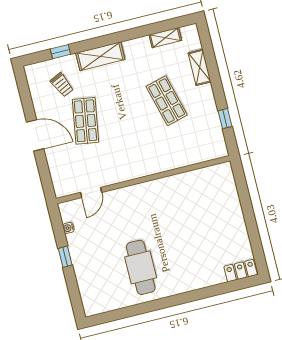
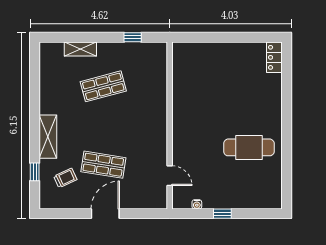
shelving: (165, 38) -> (46, 73), removed

